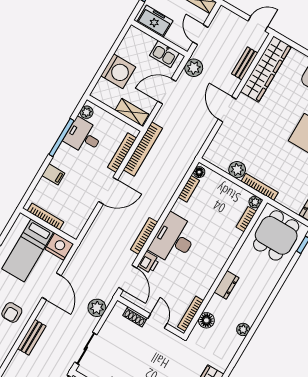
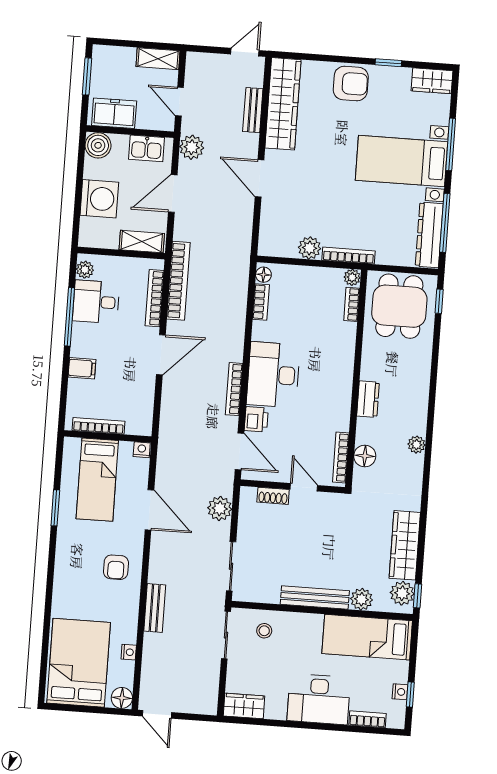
boiler: (134, 37) -> (98, 145), added
nightstand: (59, 247) -> (142, 450), width x0.53, depth x0.56
bench: (32, 337) -> (155, 608), moved

